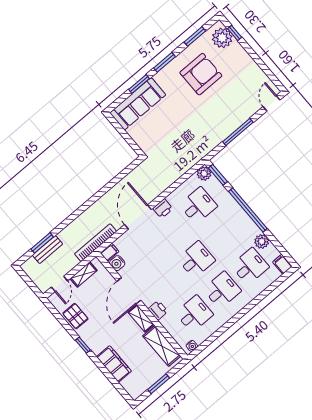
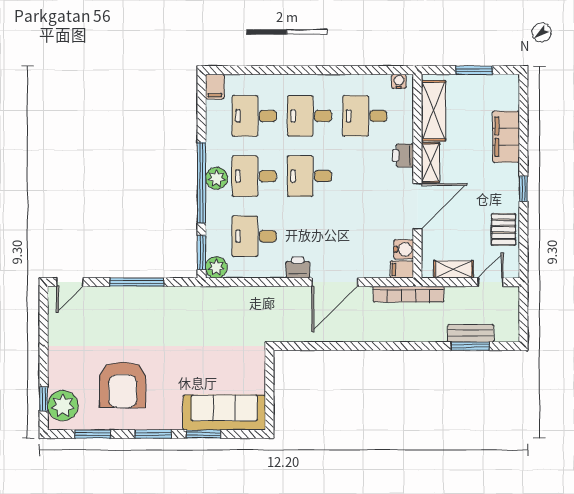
armchair: (201, 74) -> (123, 385), turned -90
desk: (224, 236) -> (254, 176), added
plant: (262, 241) -> (216, 178), moved

